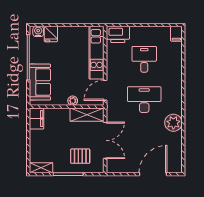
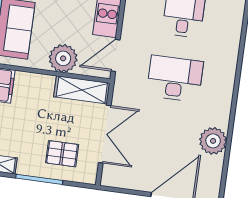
plant: (73, 101) -> (63, 58), width x1.87, depth x1.87
plant: (173, 123) -> (213, 141), moved

